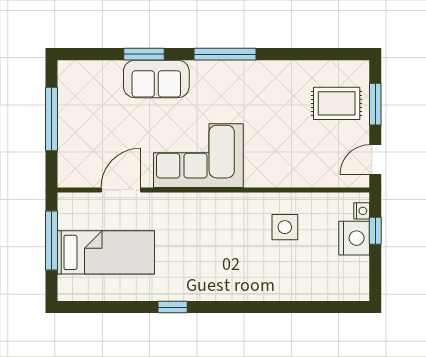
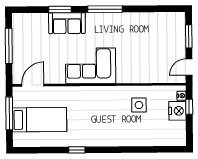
rug: (337, 103) -> (167, 36), removed
door: (121, 190) -> (33, 85), moved

